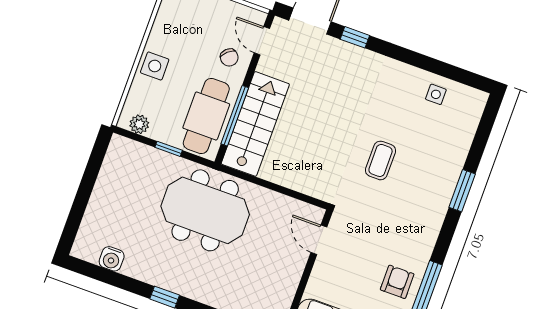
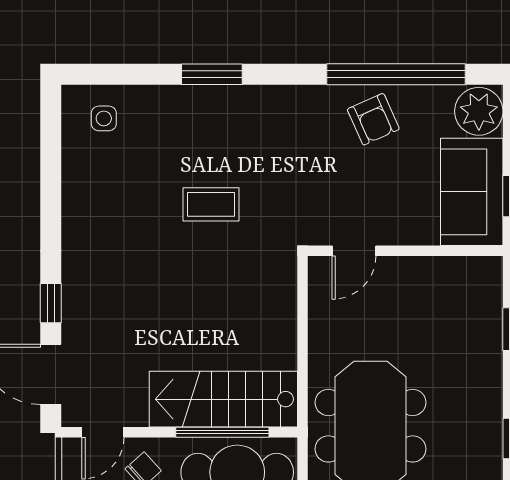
side table: (436, 94) -> (104, 118), moved
armchair: (397, 282) -> (373, 119), turned -114

